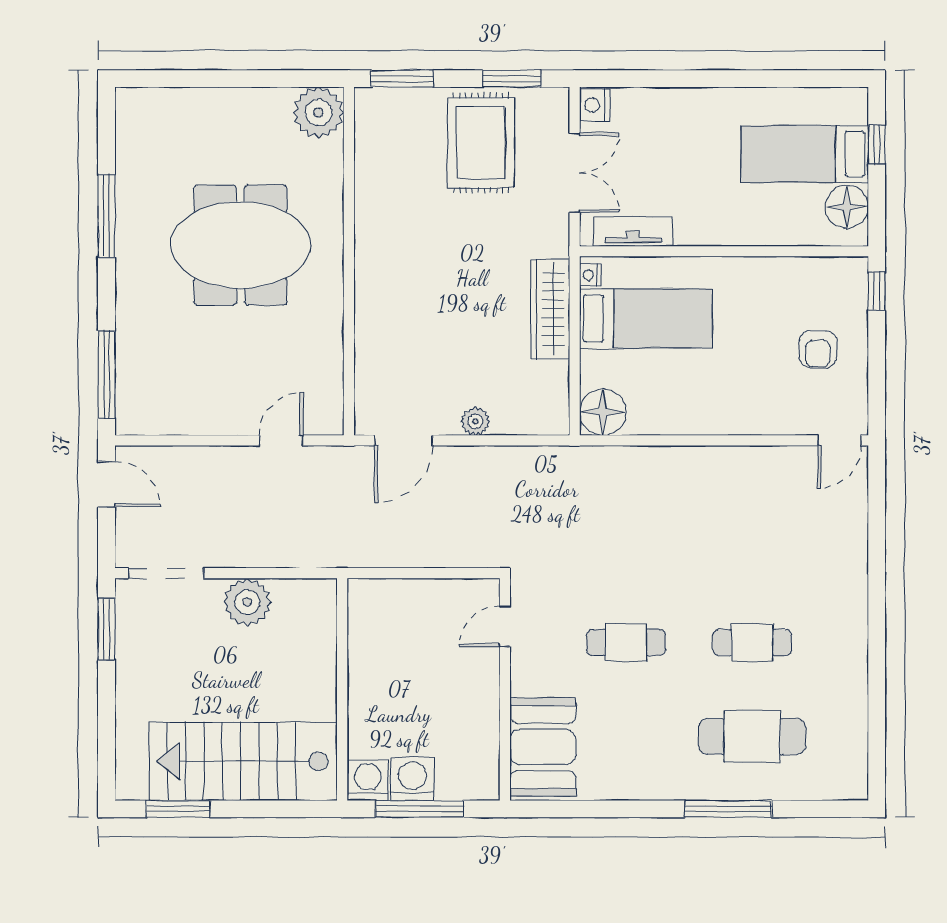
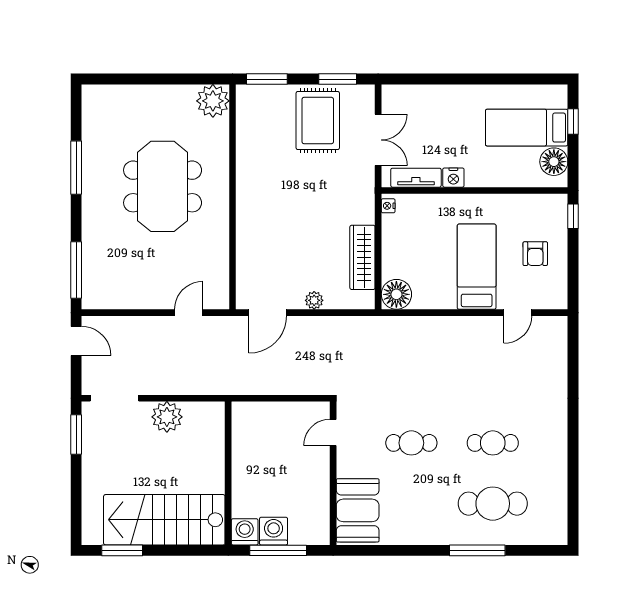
nightstand: (595, 105) -> (453, 178), moved, turned -90
meeting table: (240, 245) -> (163, 186), turned 90
wardrobe: (550, 309) -> (362, 257), moved
bed: (646, 319) -> (477, 267), moved, turned -90
door: (839, 440) -> (518, 313), moved

